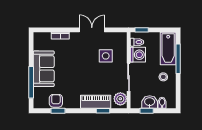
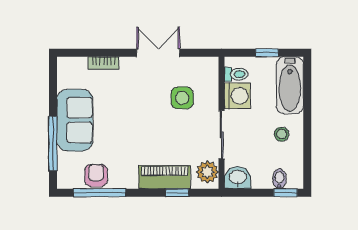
window: (142, 30) -> (267, 53), moved
window: (178, 59) -> (307, 103), removed
washbasin: (150, 102) -> (238, 178), moved
window: (58, 111) -> (100, 193), width x2.17
window: (147, 111) -> (286, 193), moved

